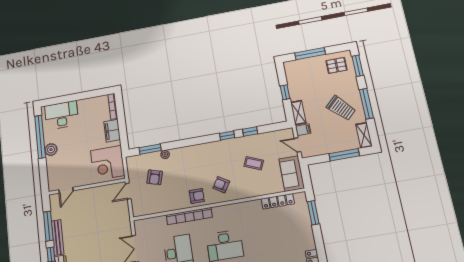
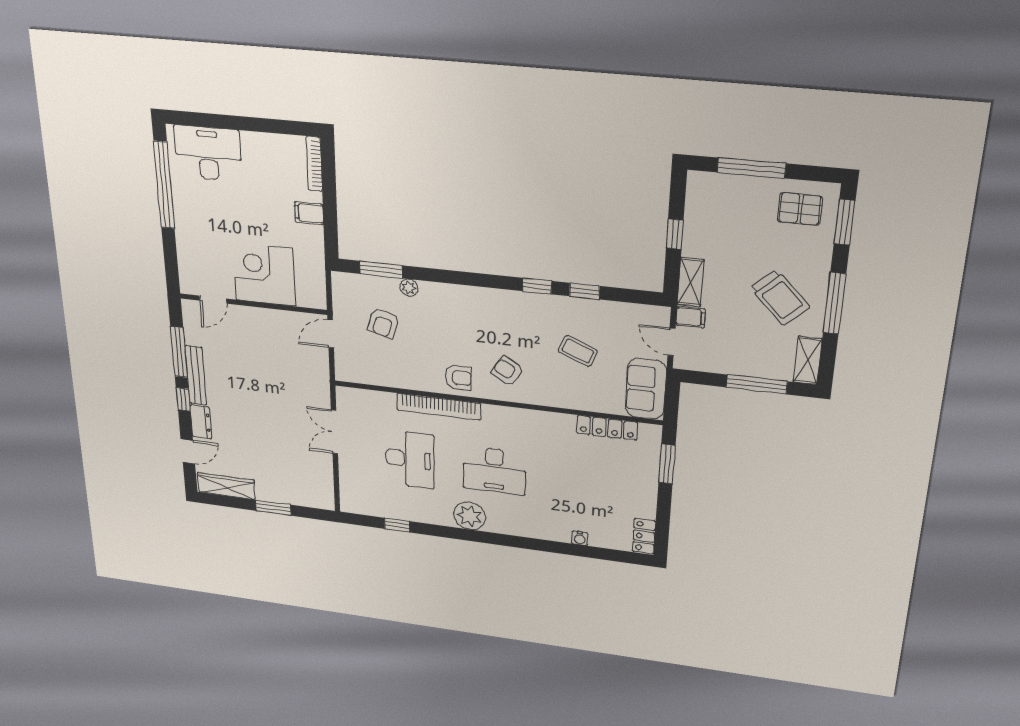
filing cabinet: (112, 131) -> (309, 213), width x0.50
plant: (51, 150) -> (186, 216), removed
corner desk: (108, 163) -> (264, 274), moved, turned 90

